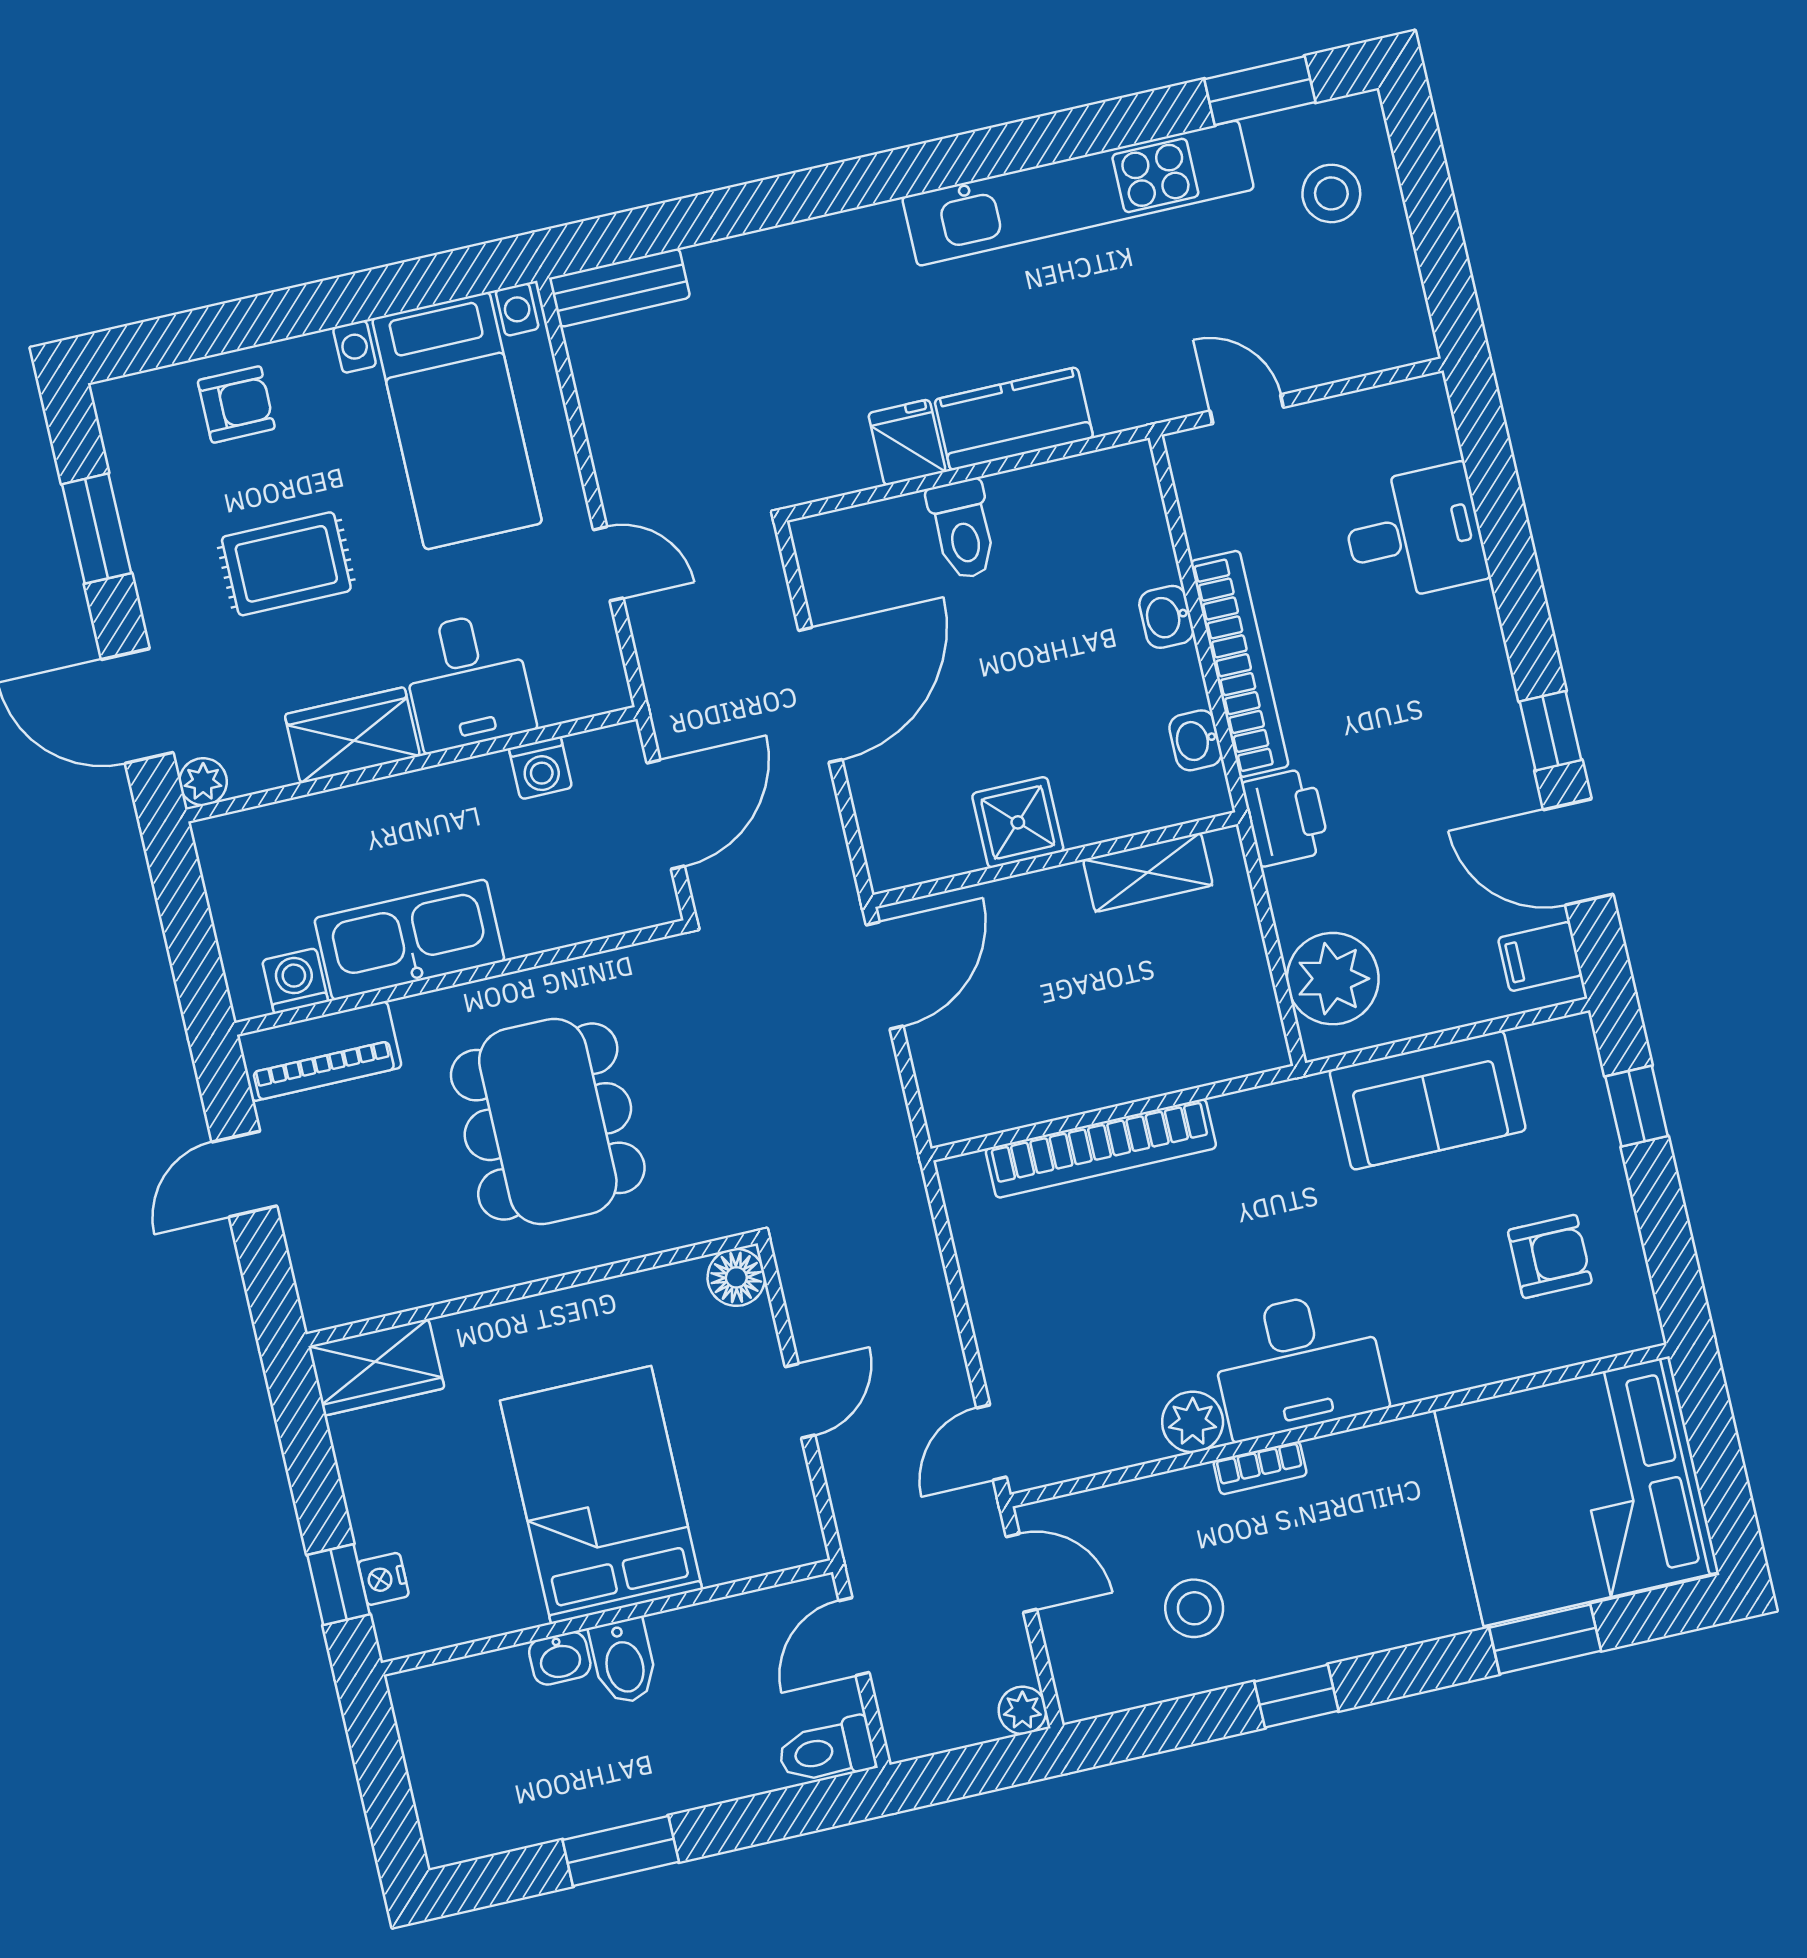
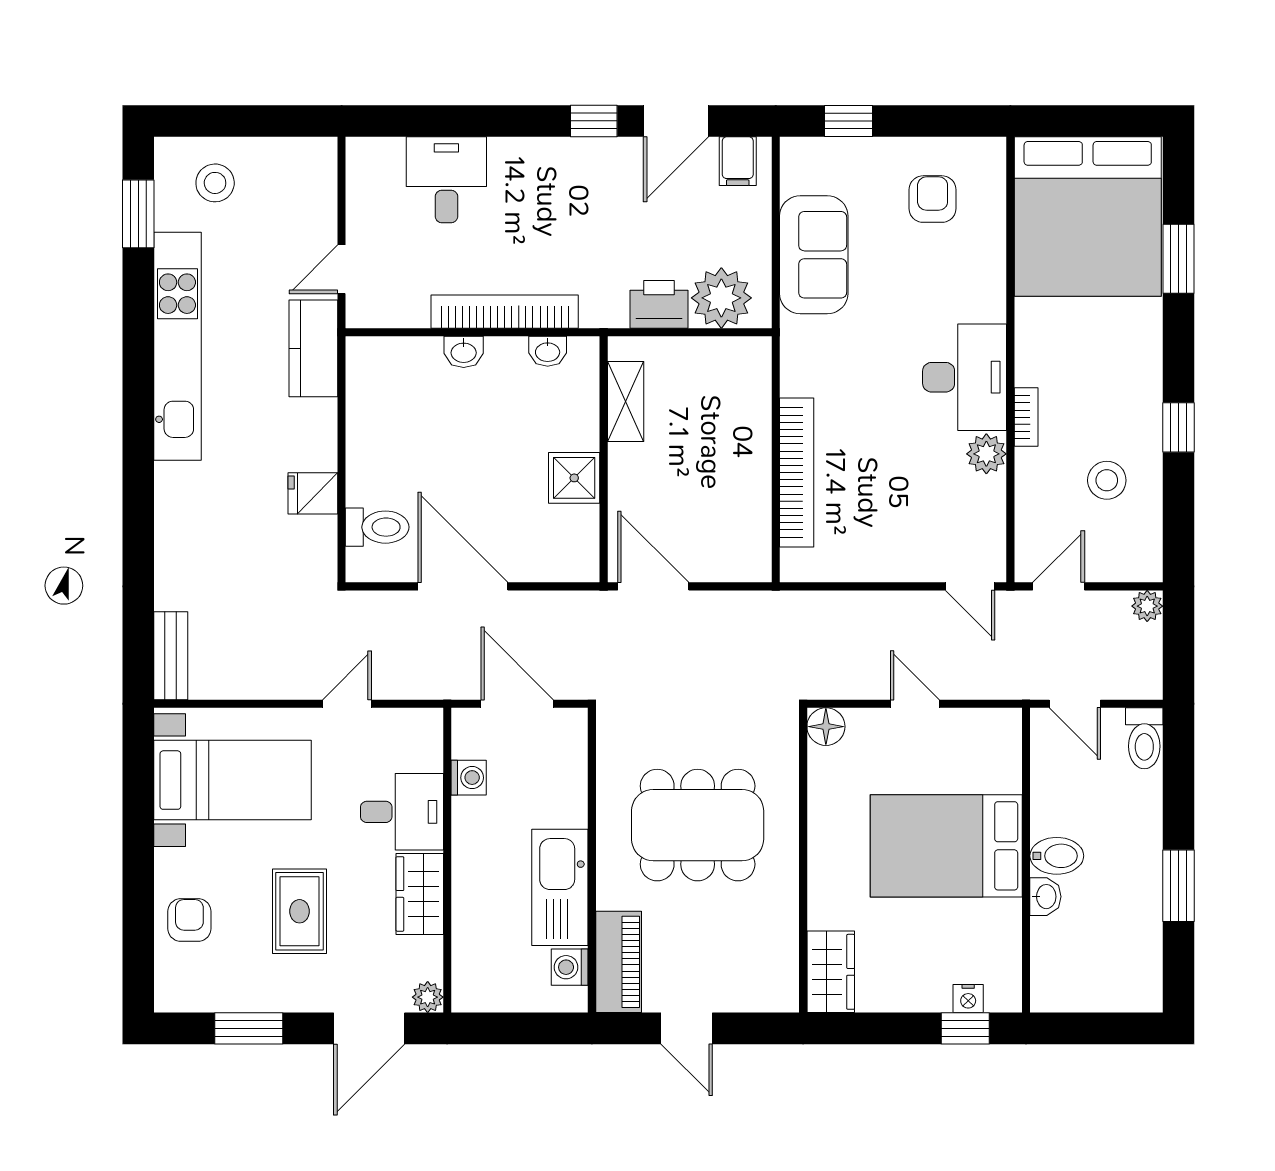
kitchen counter: (1014, 419) -> (313, 348), moved
toilet: (963, 529) -> (377, 527), moved
printer: (1286, 817) -> (659, 304), moved

